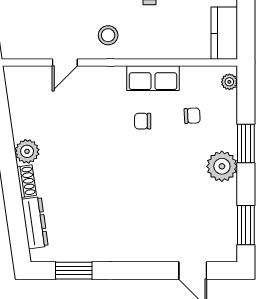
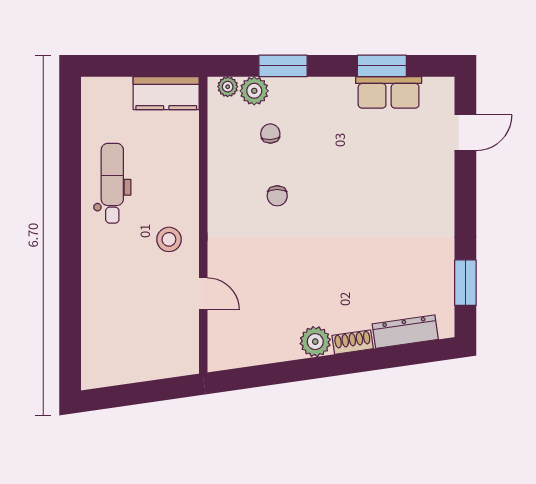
row of seats: (153, 78) -> (389, 92), moved, turned 90
window: (246, 144) -> (283, 66), moved
plant: (222, 166) -> (254, 91), moved, width x0.73, depth x0.73
window: (246, 225) -> (382, 66), moved

